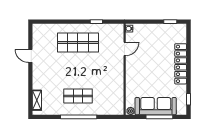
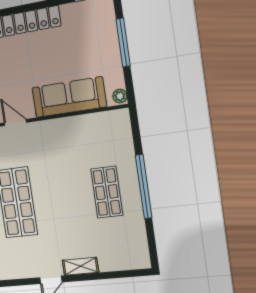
shelving: (37, 100) -> (80, 266), moved
sofa: (156, 106) -> (69, 97), moved, turned 90

